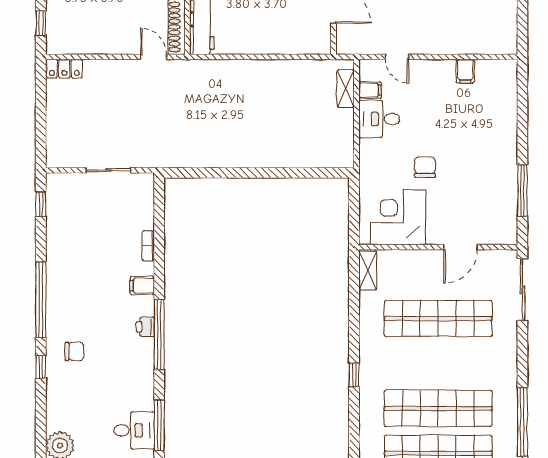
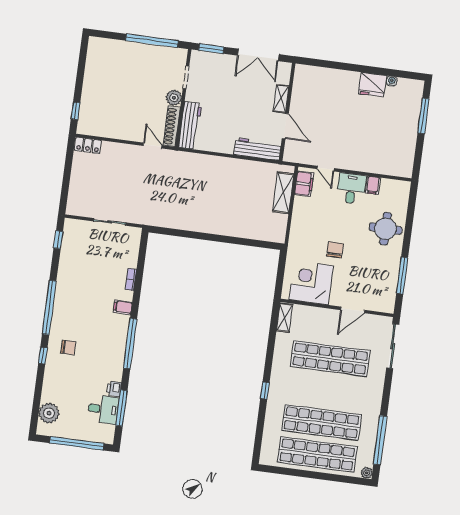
workbench: (299, 43) -> (257, 149), added
shelving: (346, 89) -> (283, 193), width x1.50, depth x1.33
filing cabinet: (370, 90) -> (304, 184), width x2.00
desk: (379, 119) -> (351, 188), moved, turned 90
round table: (491, 129) -> (386, 229), added
printer: (145, 327) -> (114, 389), moved

